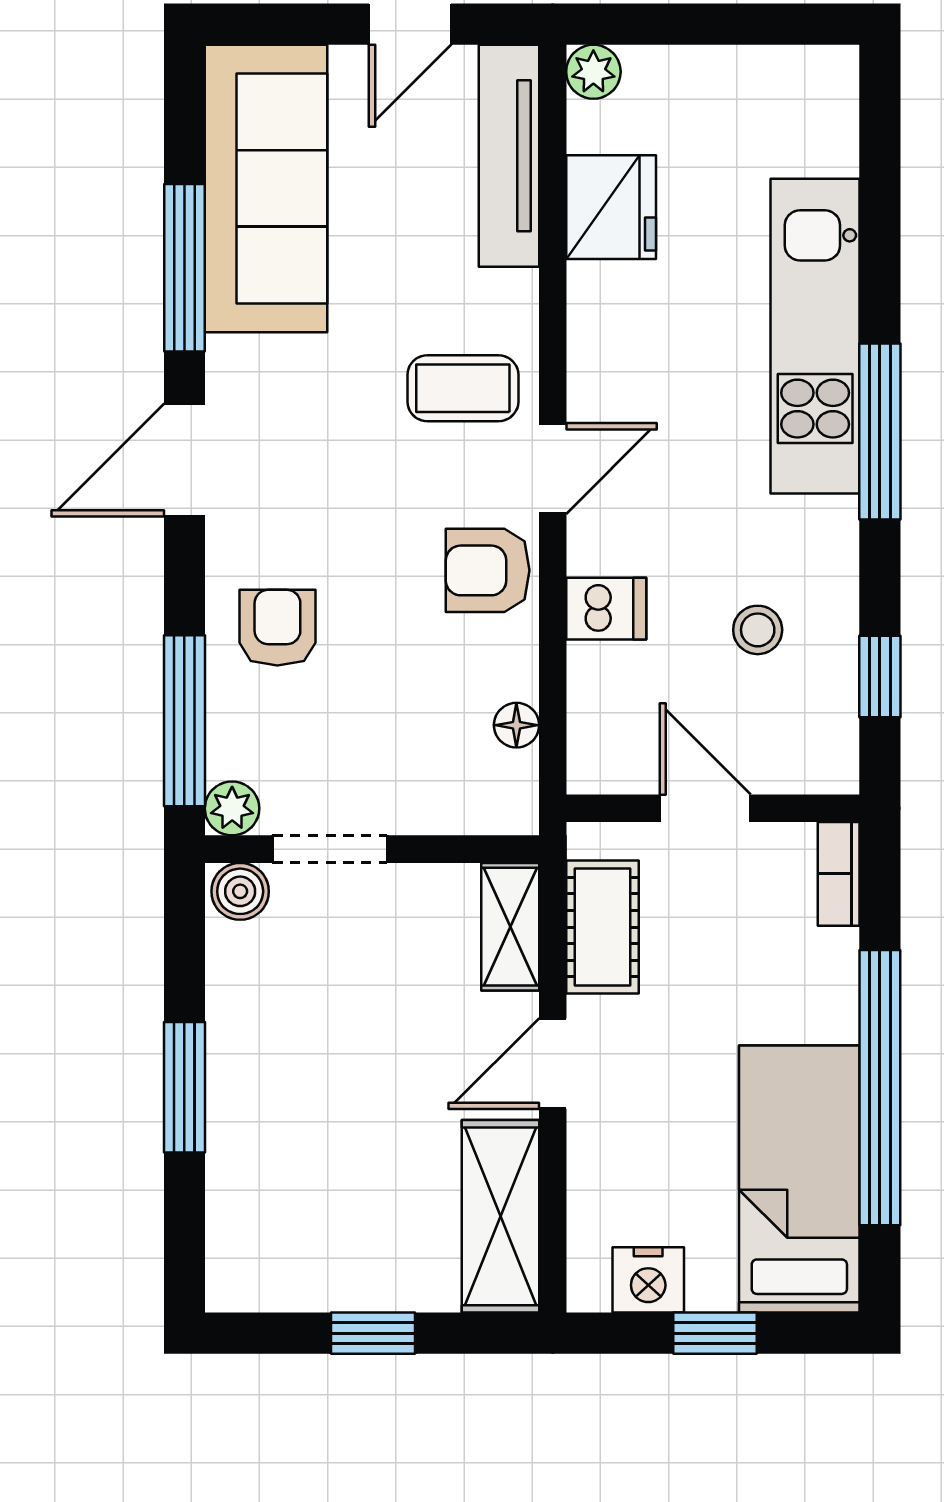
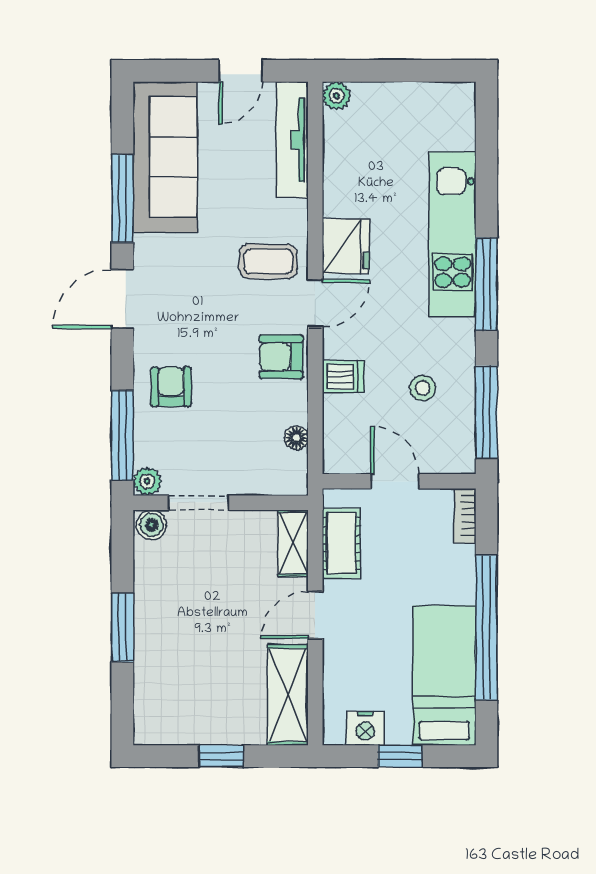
fridge: (611, 207) -> (346, 246), moved
window: (880, 677) -> (486, 412), width x2.17

